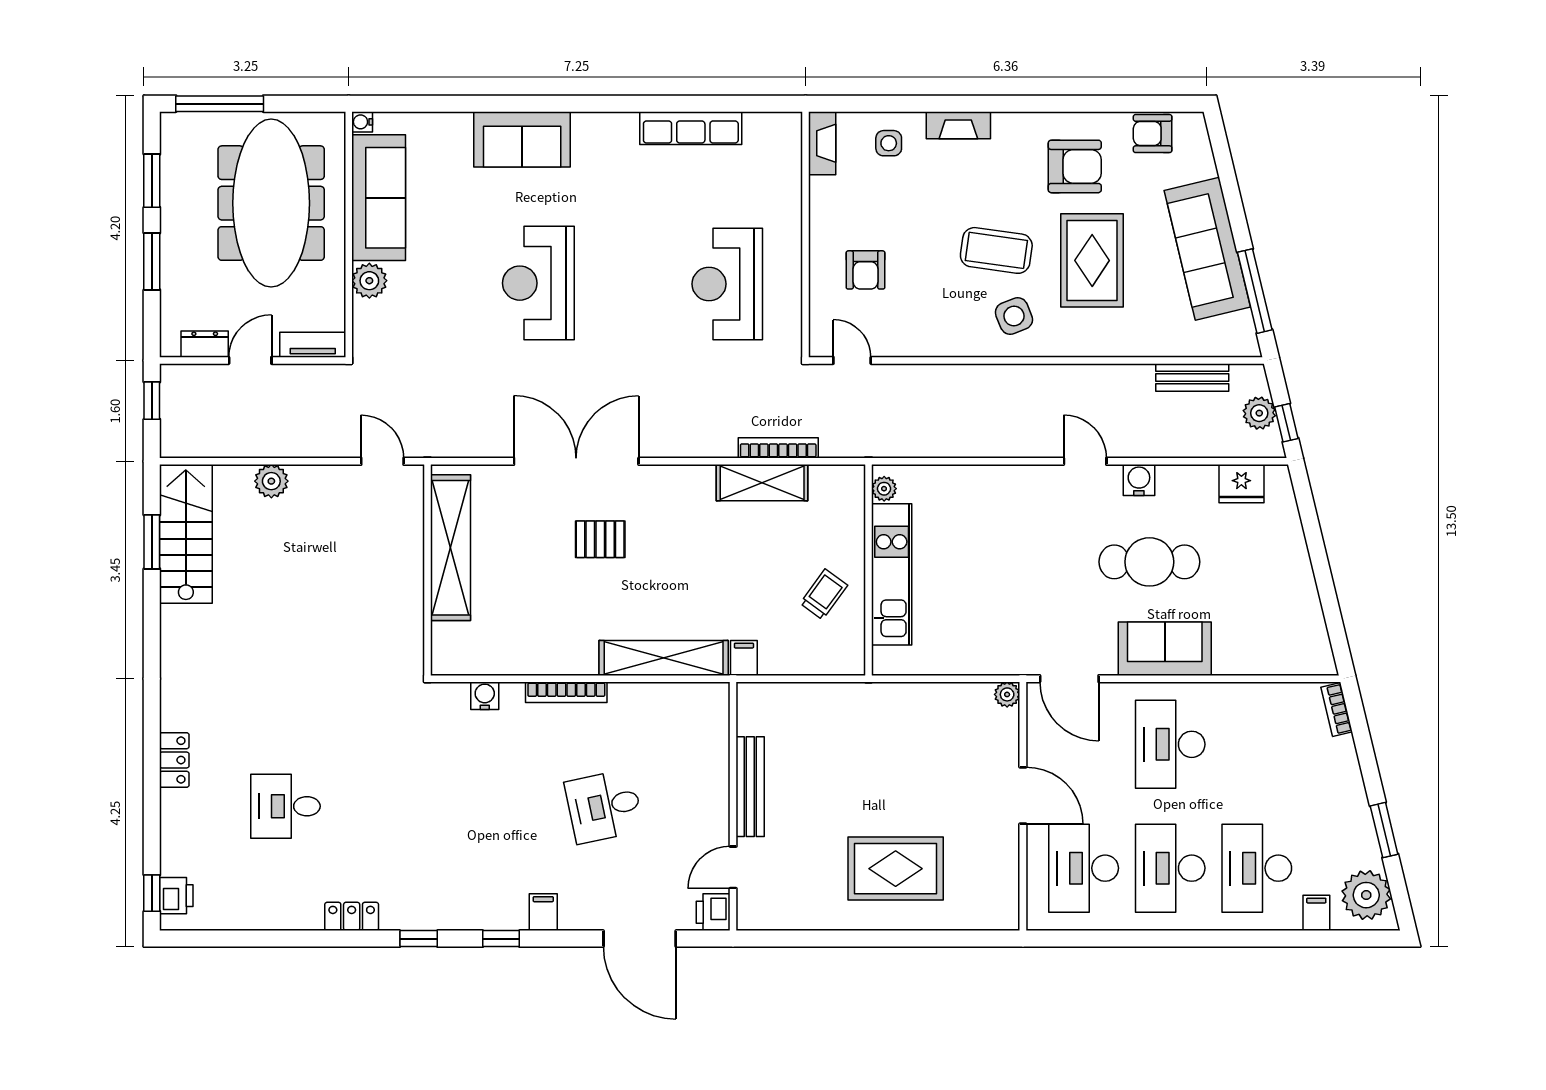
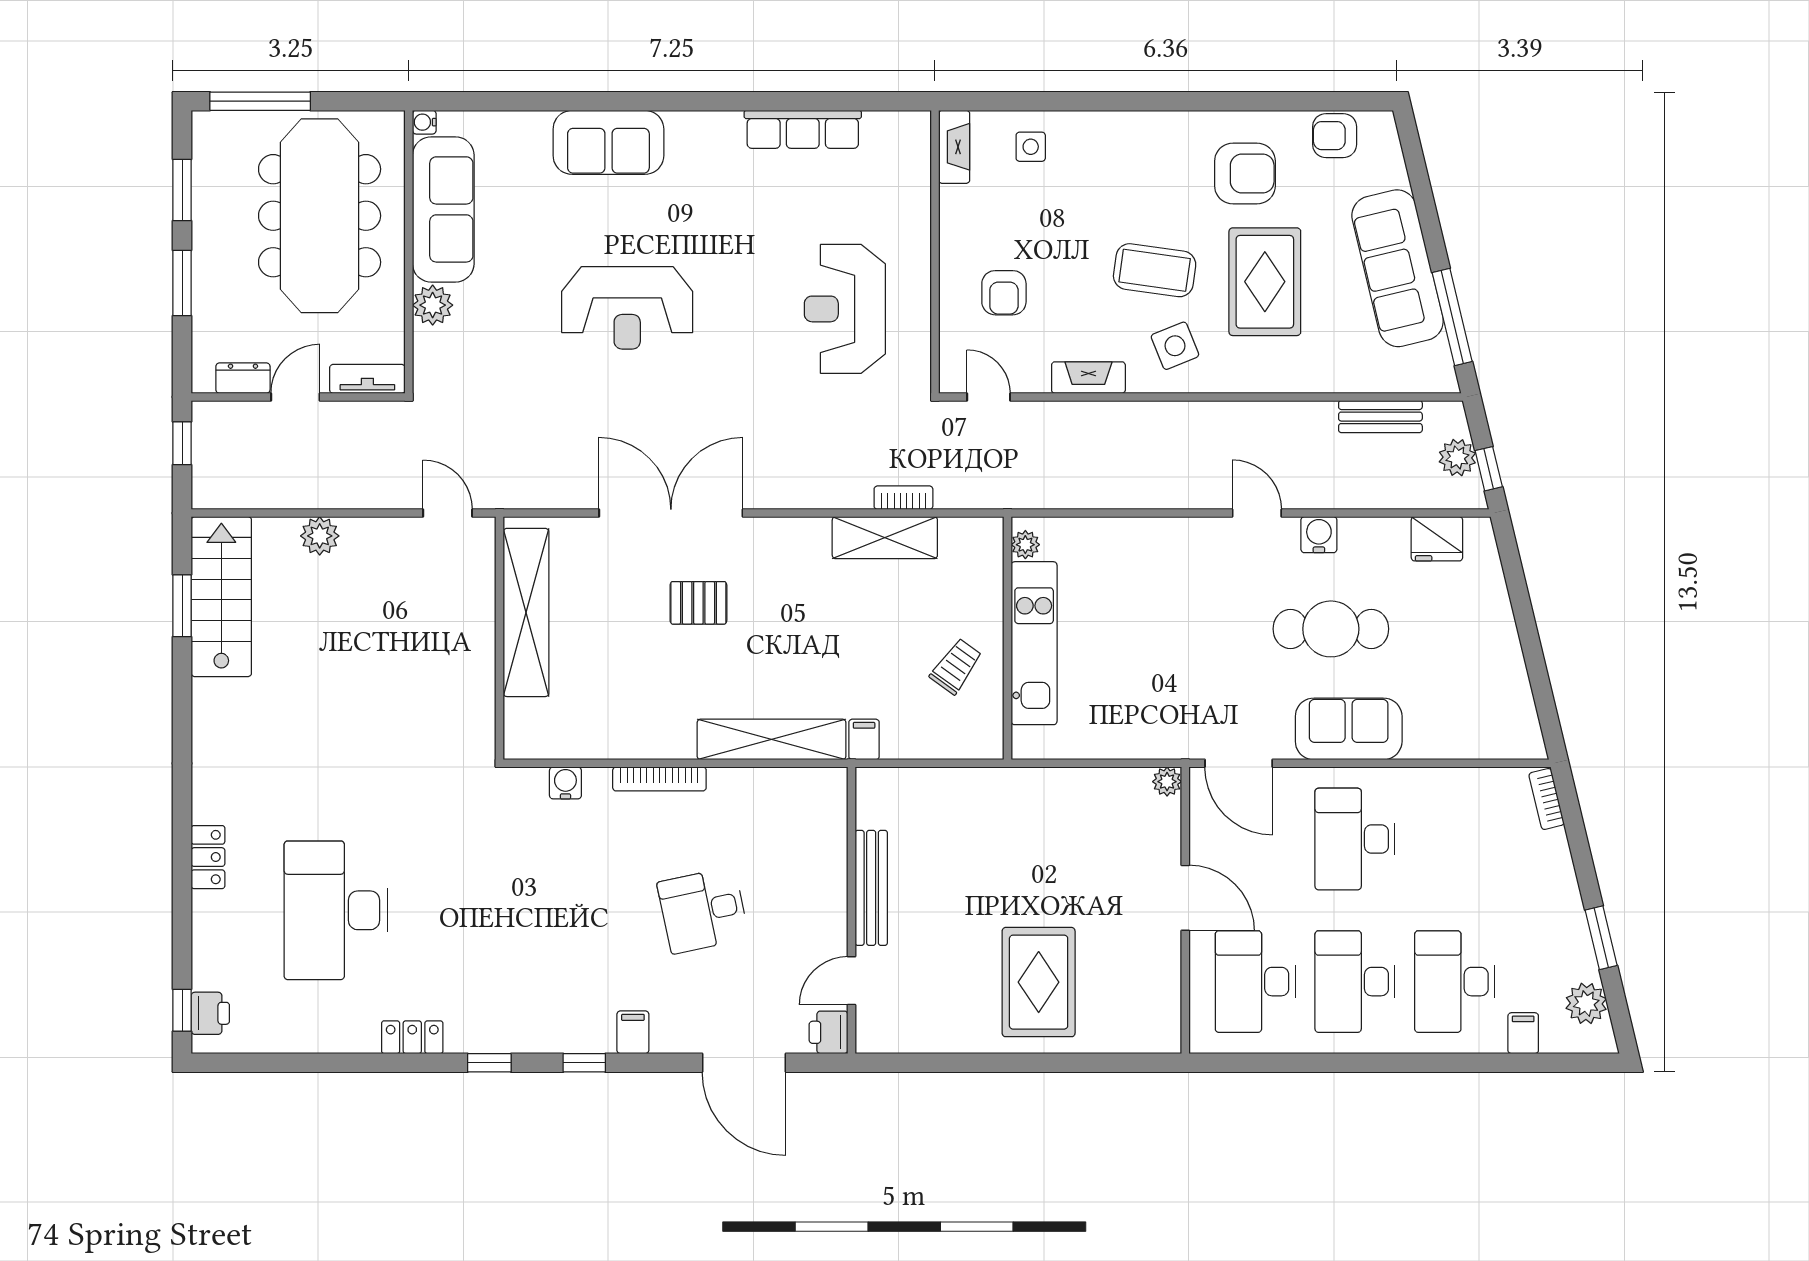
fireplace: (958, 125) -> (1088, 378), moved, turned 180
reception desk: (538, 283) -> (627, 308), turned -90
bookcase: (778, 448) -> (903, 498), width x0.64
desk: (285, 806) -> (336, 910), width x1.87, depth x1.30
rug: (896, 869) -> (1039, 982), turned 90
plant: (1366, 895) -> (1586, 1003), width x0.73, depth x0.73

